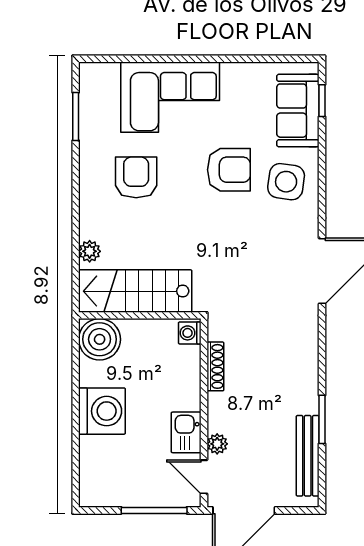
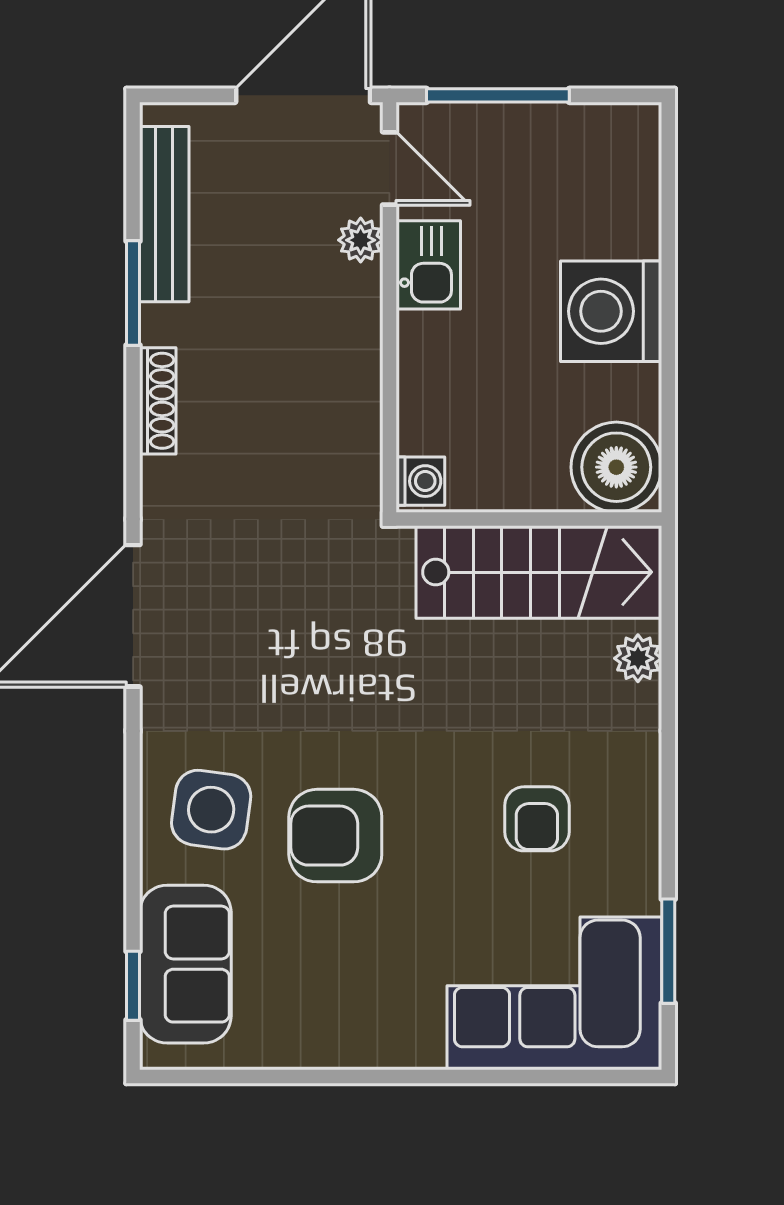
corner sofa: (170, 97) -> (554, 993), moved
armchair: (136, 177) -> (537, 819), width x0.72, depth x0.72
shoe rack: (215, 366) -> (158, 401), moved, turned 180

